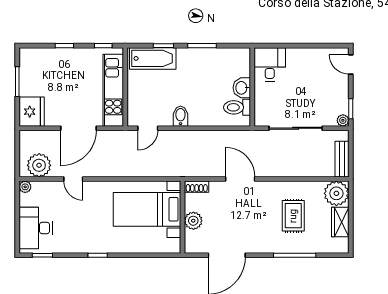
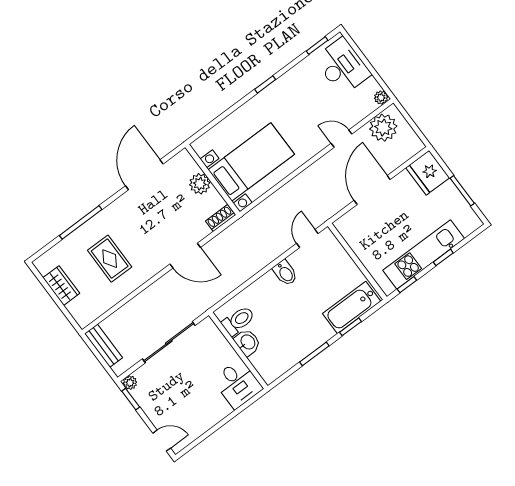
kitchen unit: (113, 90) -> (424, 254), moved, turned -90
plant: (336, 193) -> (85, 310), removed

